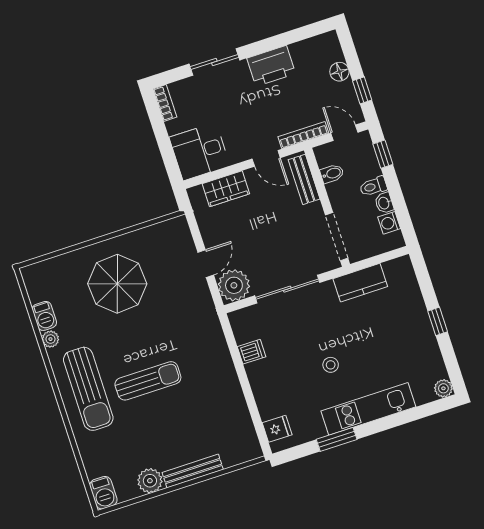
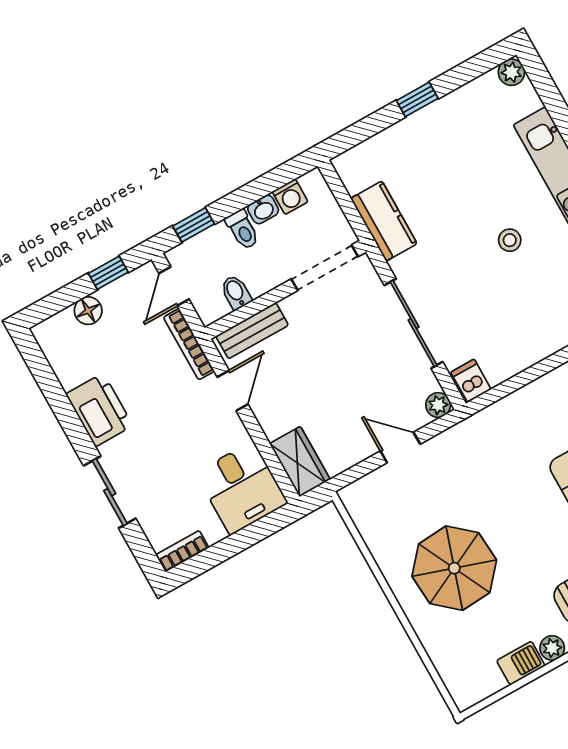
wardrobe: (226, 189) -> (300, 462), moved
plant: (234, 285) -> (438, 405), width x0.53, depth x0.53
dishwasher: (252, 352) -> (471, 381), moved

